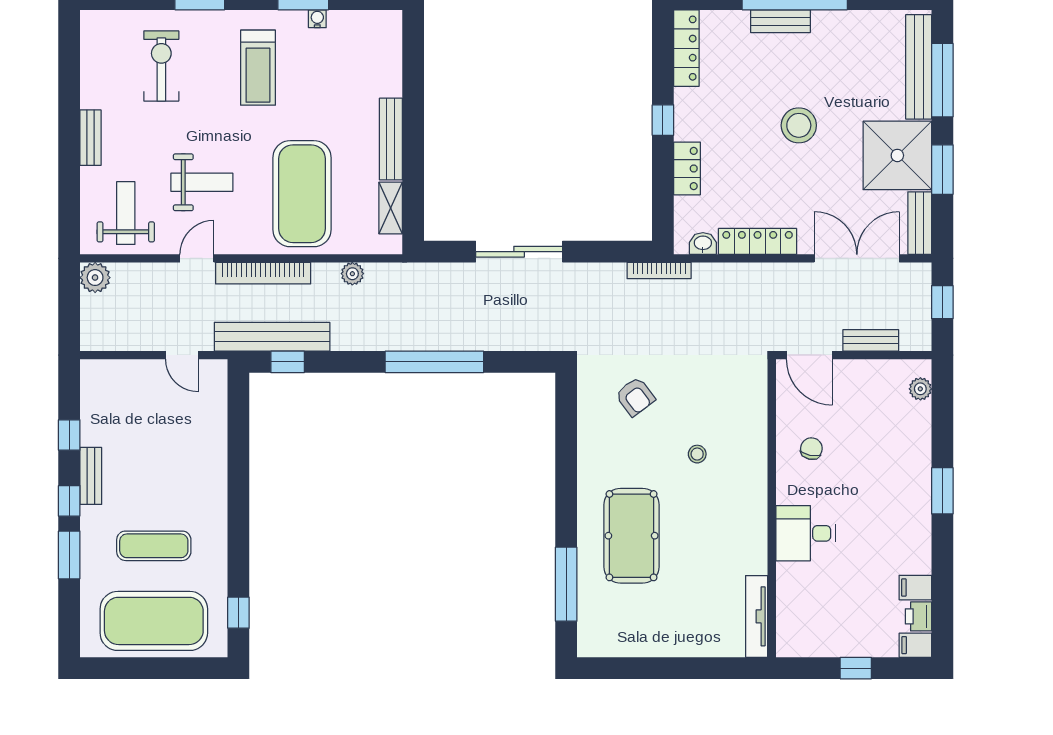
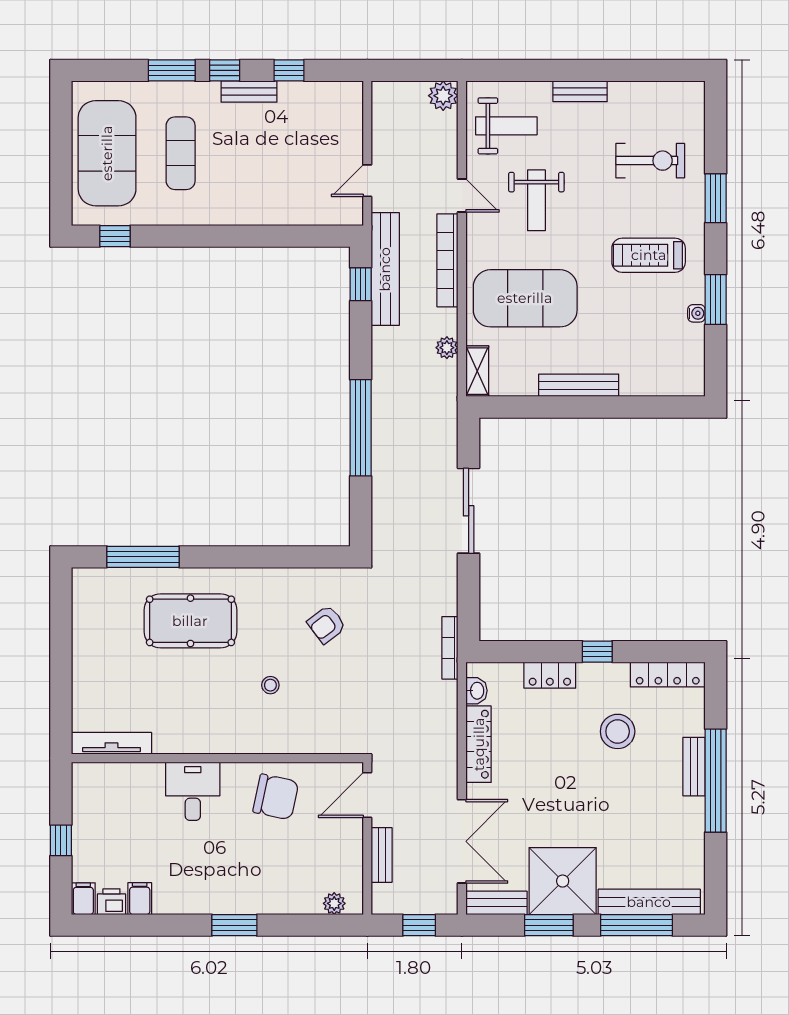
stool: (799, 125) -> (618, 731), moved
shelving: (391, 208) -> (477, 371), moved, turned 90
chair: (811, 449) -> (276, 797), width x1.87, depth x1.87

